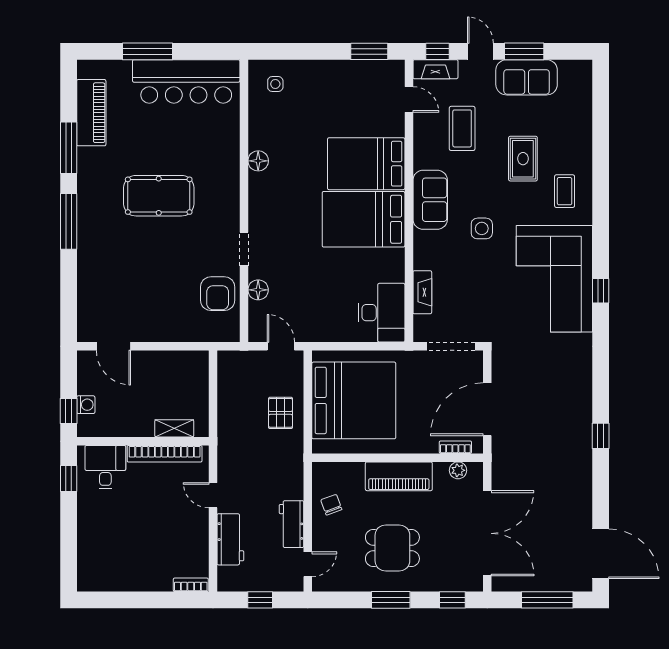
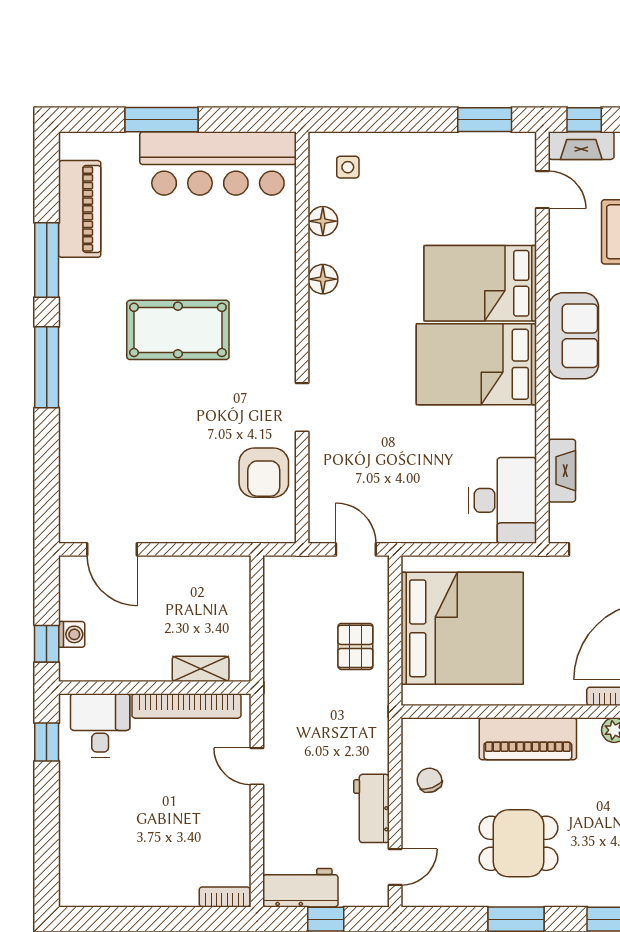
floor lamp: (258, 290) -> (323, 221), moved
workbench: (230, 539) -> (300, 888), moved, turned -90

